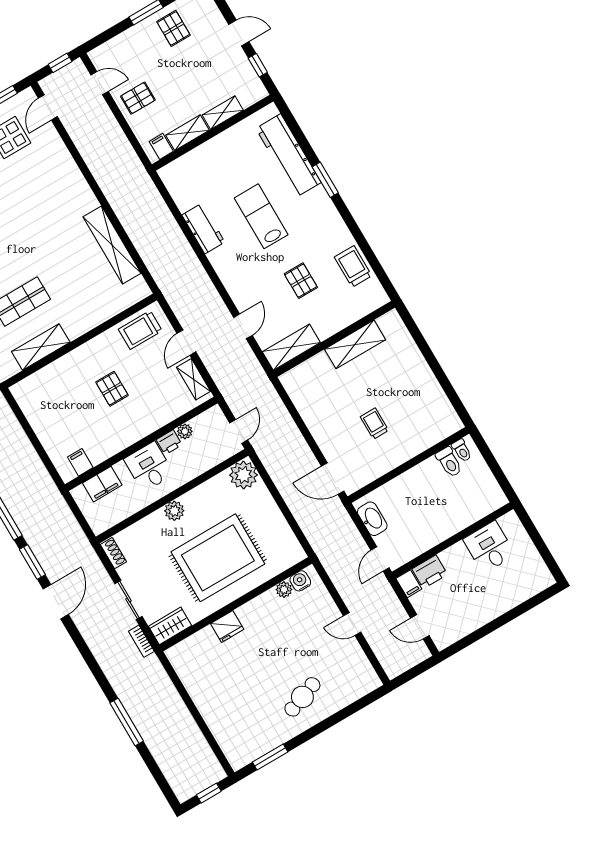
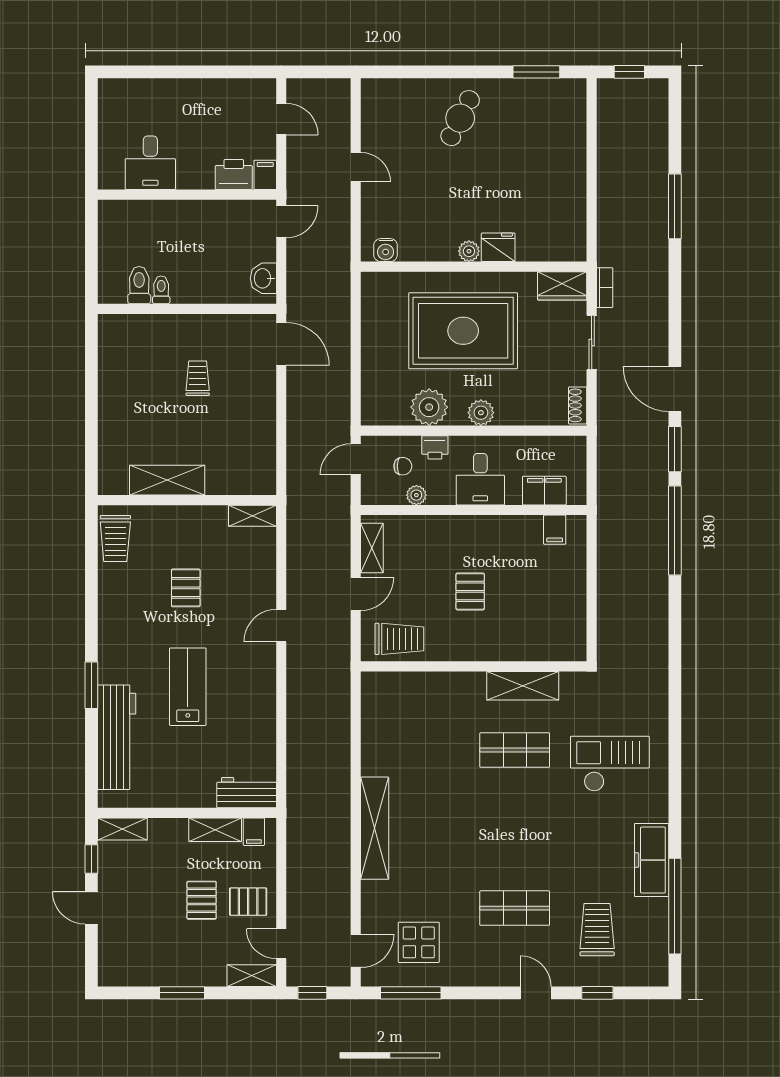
pallet: (173, 28) -> (202, 900), moved
shelving: (107, 51) -> (252, 976), added
shelving: (223, 113) -> (122, 829), moved
lab bench: (261, 216) -> (188, 687), turned 180
workbench: (203, 229) -> (247, 793), moved, turned 90
shelving: (112, 245) -> (375, 828), moved
trolley: (353, 266) -> (115, 538), moved
door: (243, 326) -> (281, 626), moved
shelving: (291, 347) -> (252, 516), width x0.67, depth x0.75
trolley: (374, 424) -> (198, 378), turned 180
printer: (169, 442) -> (435, 447), moved, turned 180
chair: (205, 445) -> (403, 466), added
toilet: (462, 450) -> (161, 290), moved
plant: (244, 475) -> (429, 407), moved
washbasin: (372, 519) -> (263, 278), width x0.72
plant: (284, 590) -> (469, 251), moved
door: (56, 602) -> (675, 389), hinge flipped
cafe table: (302, 697) -> (460, 118), turned -43

